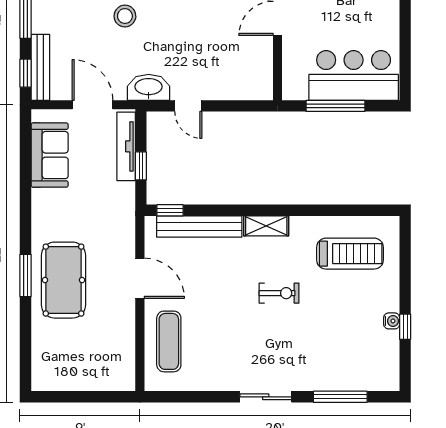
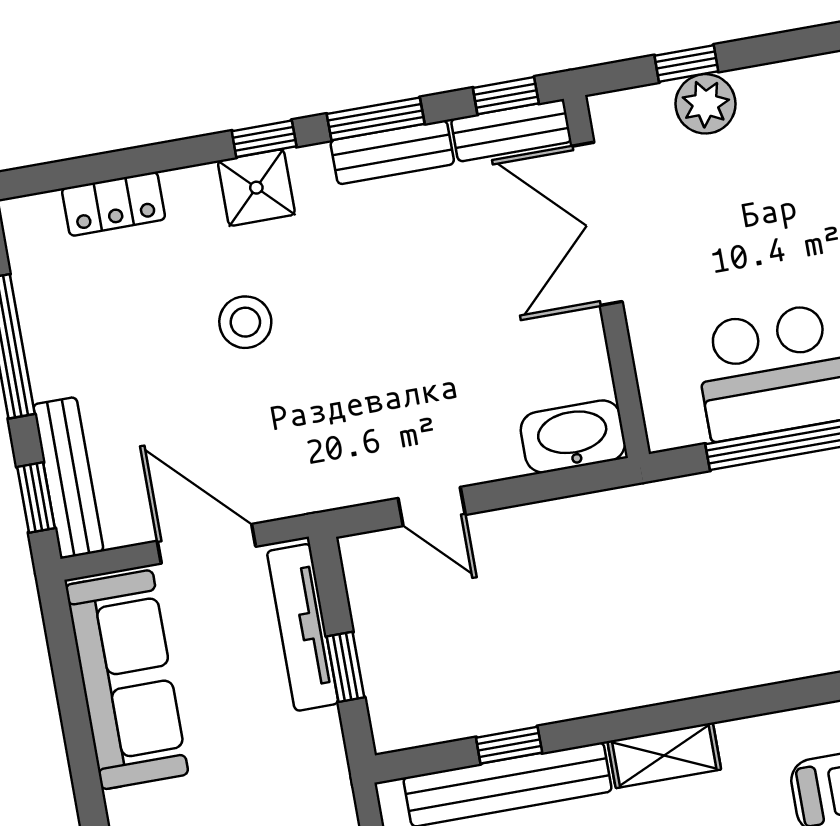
washbasin: (149, 87) -> (573, 437), moved
sofa: (50, 155) -> (127, 680), width x1.36
window: (170, 210) -> (509, 745), moved

